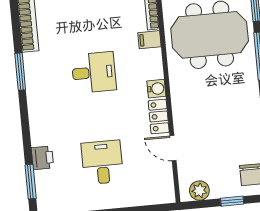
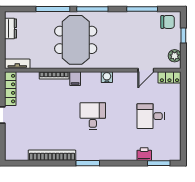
locker: (159, 116) -> (169, 77), moved

